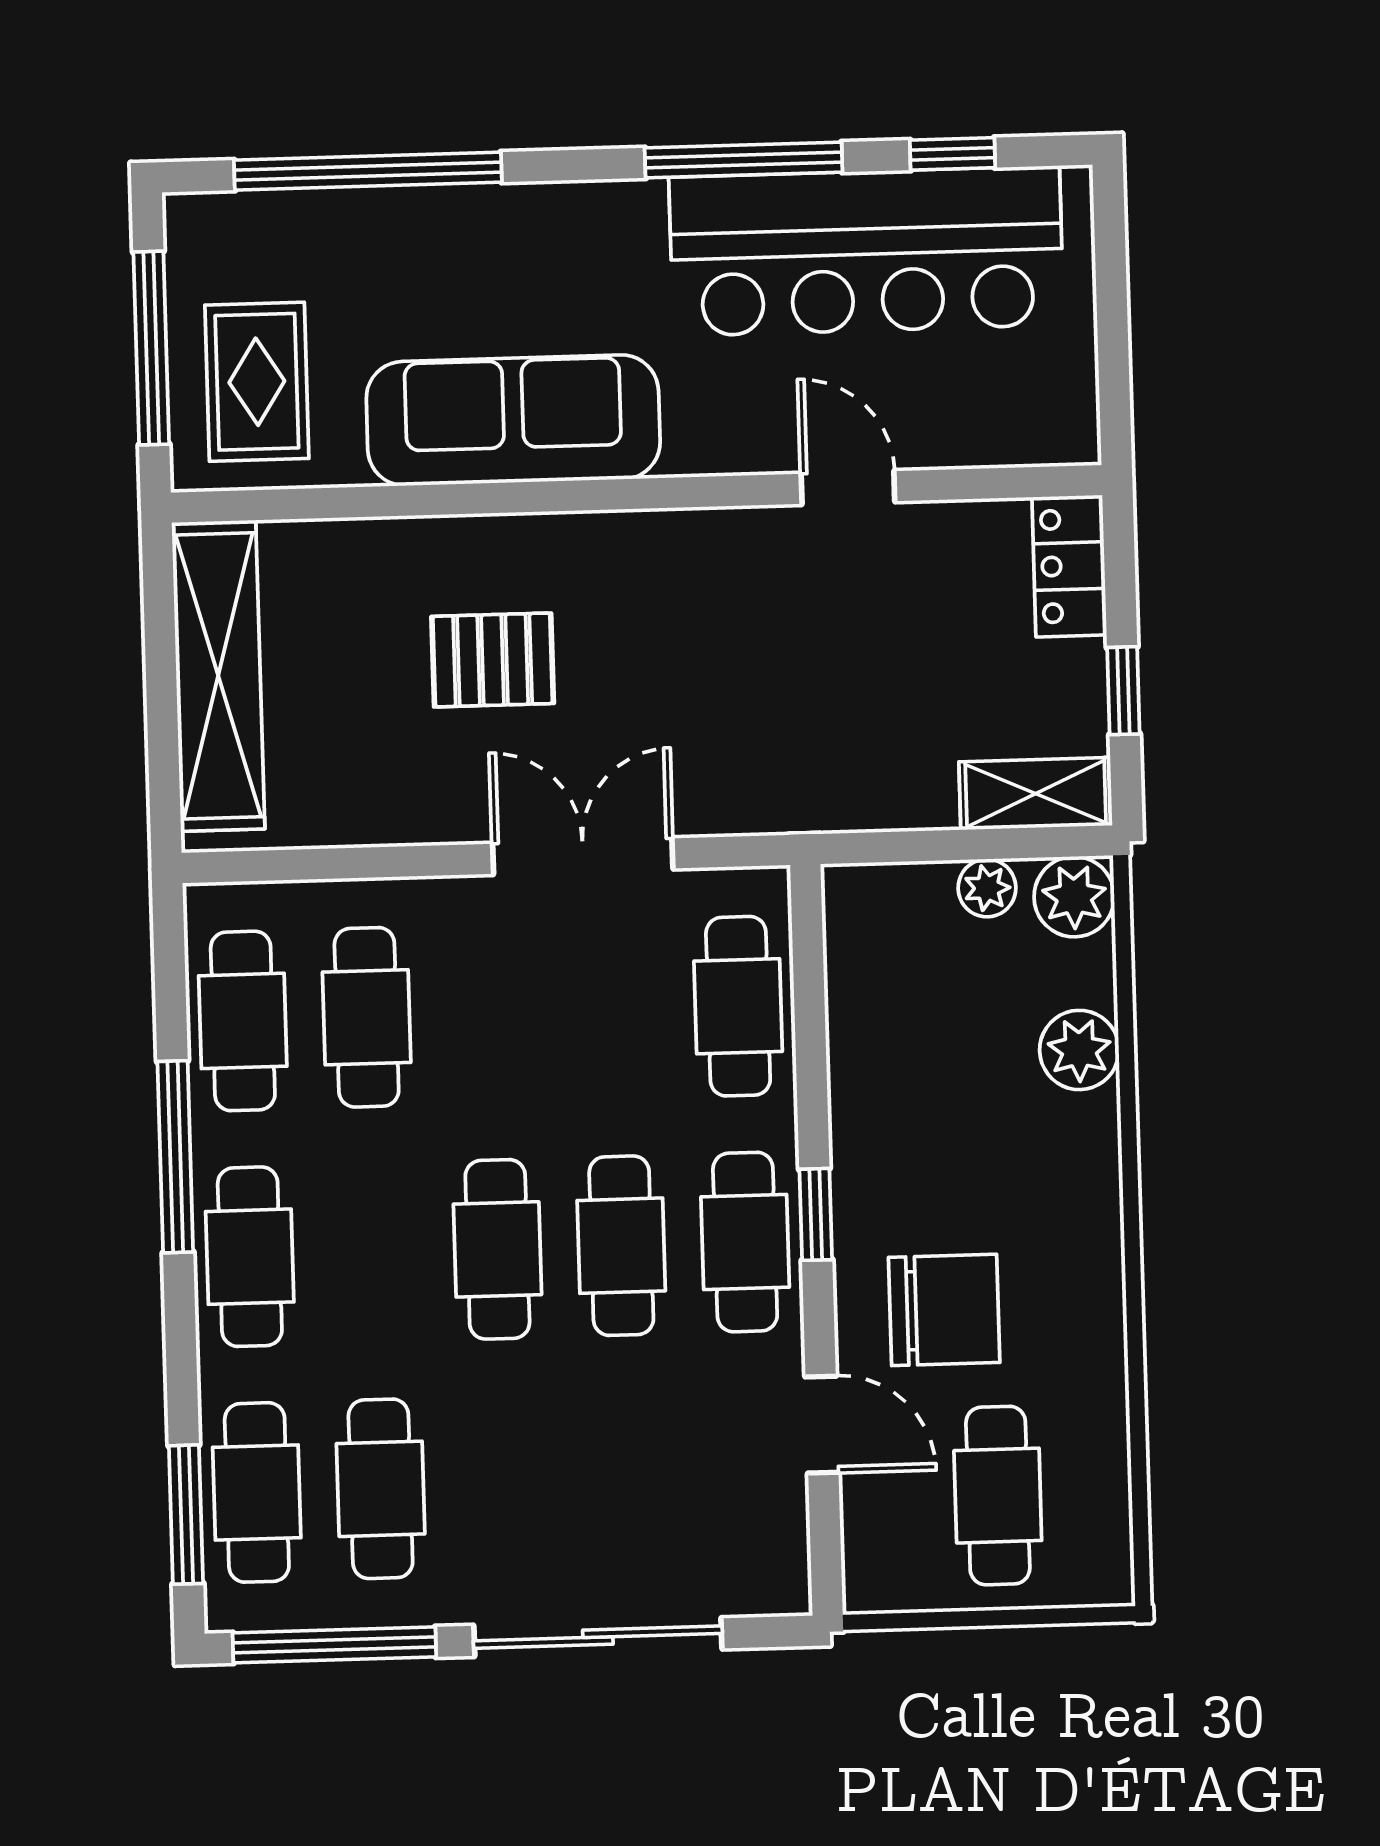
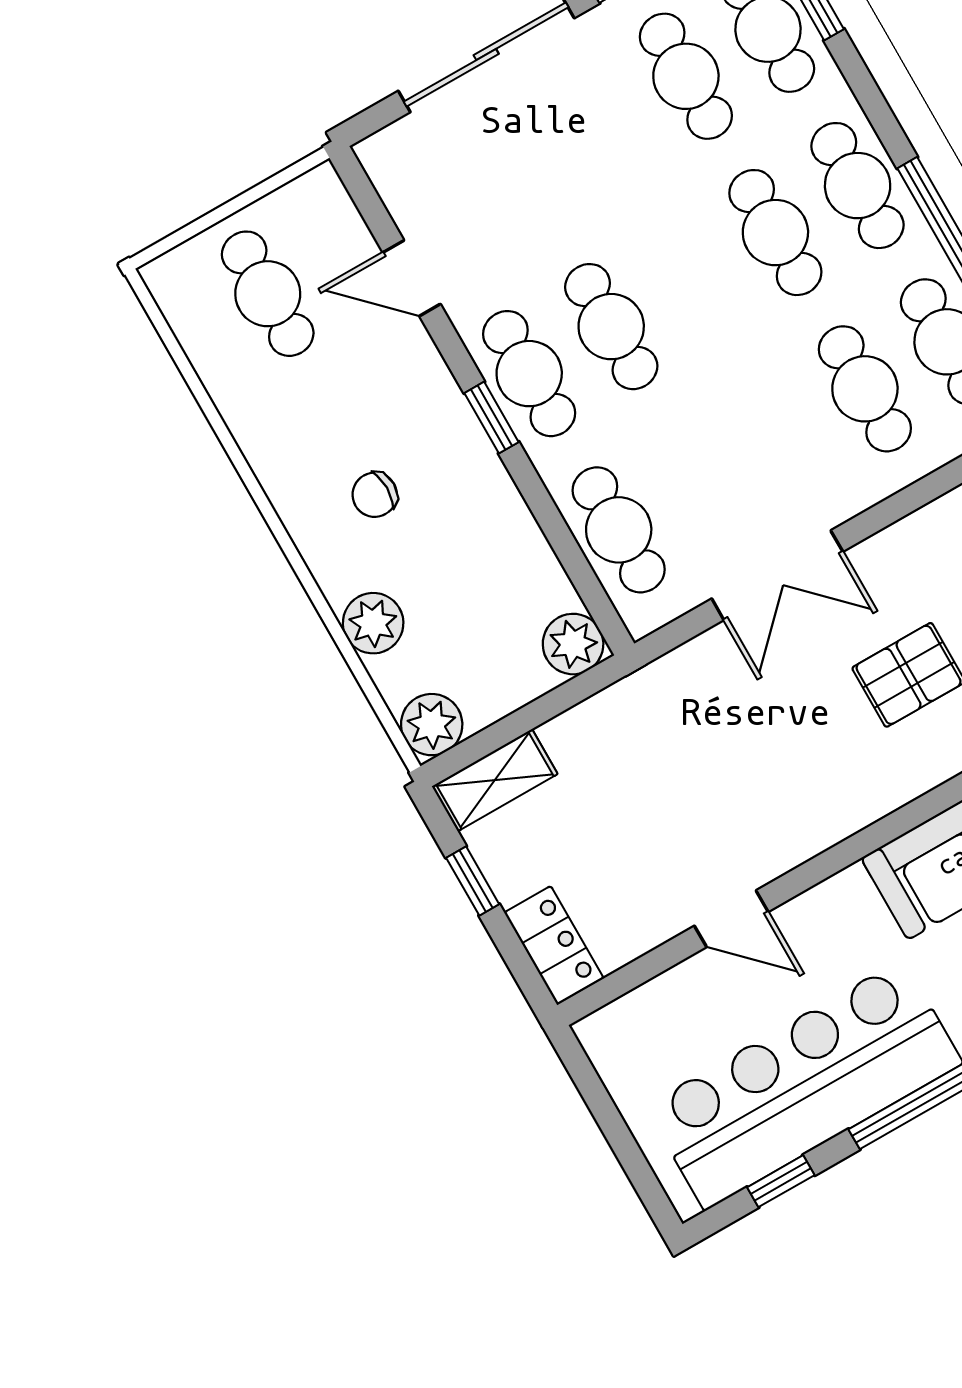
plant: (987, 888) -> (573, 644), moved, width x1.38, depth x1.38
cafe table: (497, 1249) -> (775, 233), moved
chair: (944, 1310) -> (375, 495), moved, width x0.54, depth x0.54

